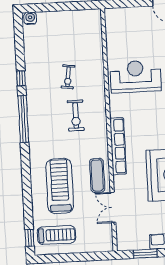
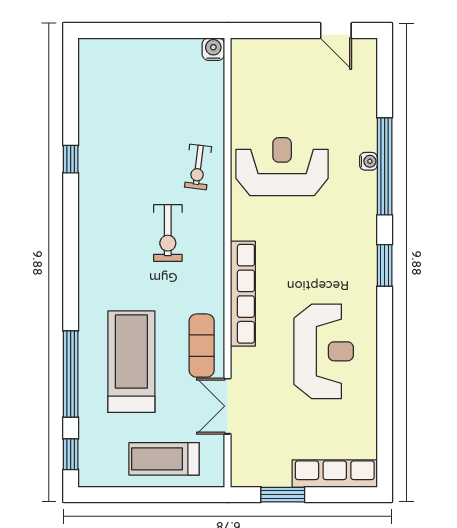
water cooler: (30, 18) -> (213, 49), moved
exercise bike: (68, 77) -> (198, 167), moved
window: (23, 119) -> (71, 374), moved
treadmill: (56, 235) -> (164, 459), moved, turned 180

